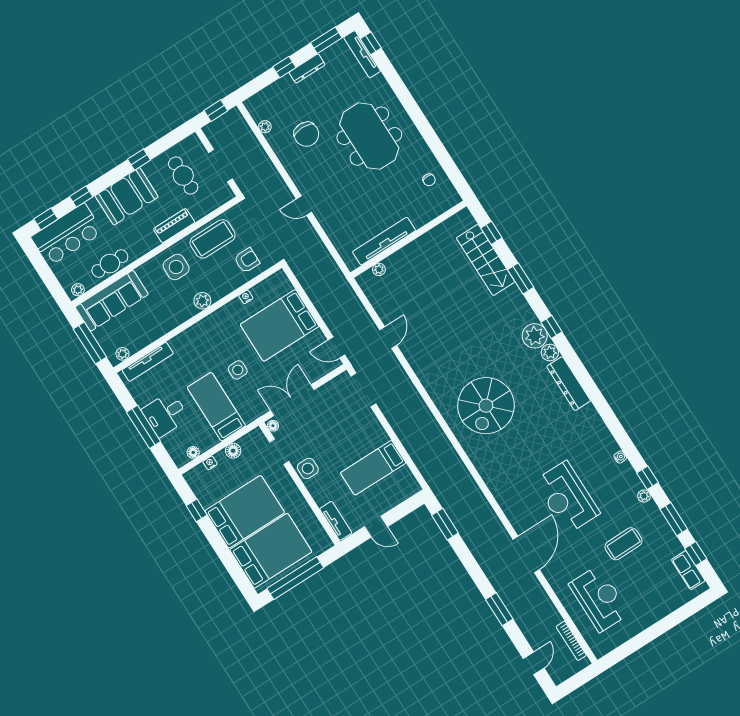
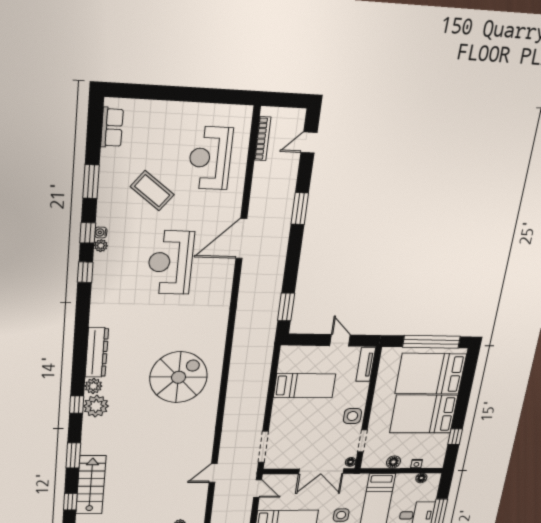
water cooler: (620, 457) -> (101, 232), moved
plant: (644, 496) -> (101, 246), moved
reception desk: (567, 497) -> (170, 262), turned 180
coffee table: (624, 544) -> (152, 191), turned 39
window: (696, 554) -> (85, 272), moved

